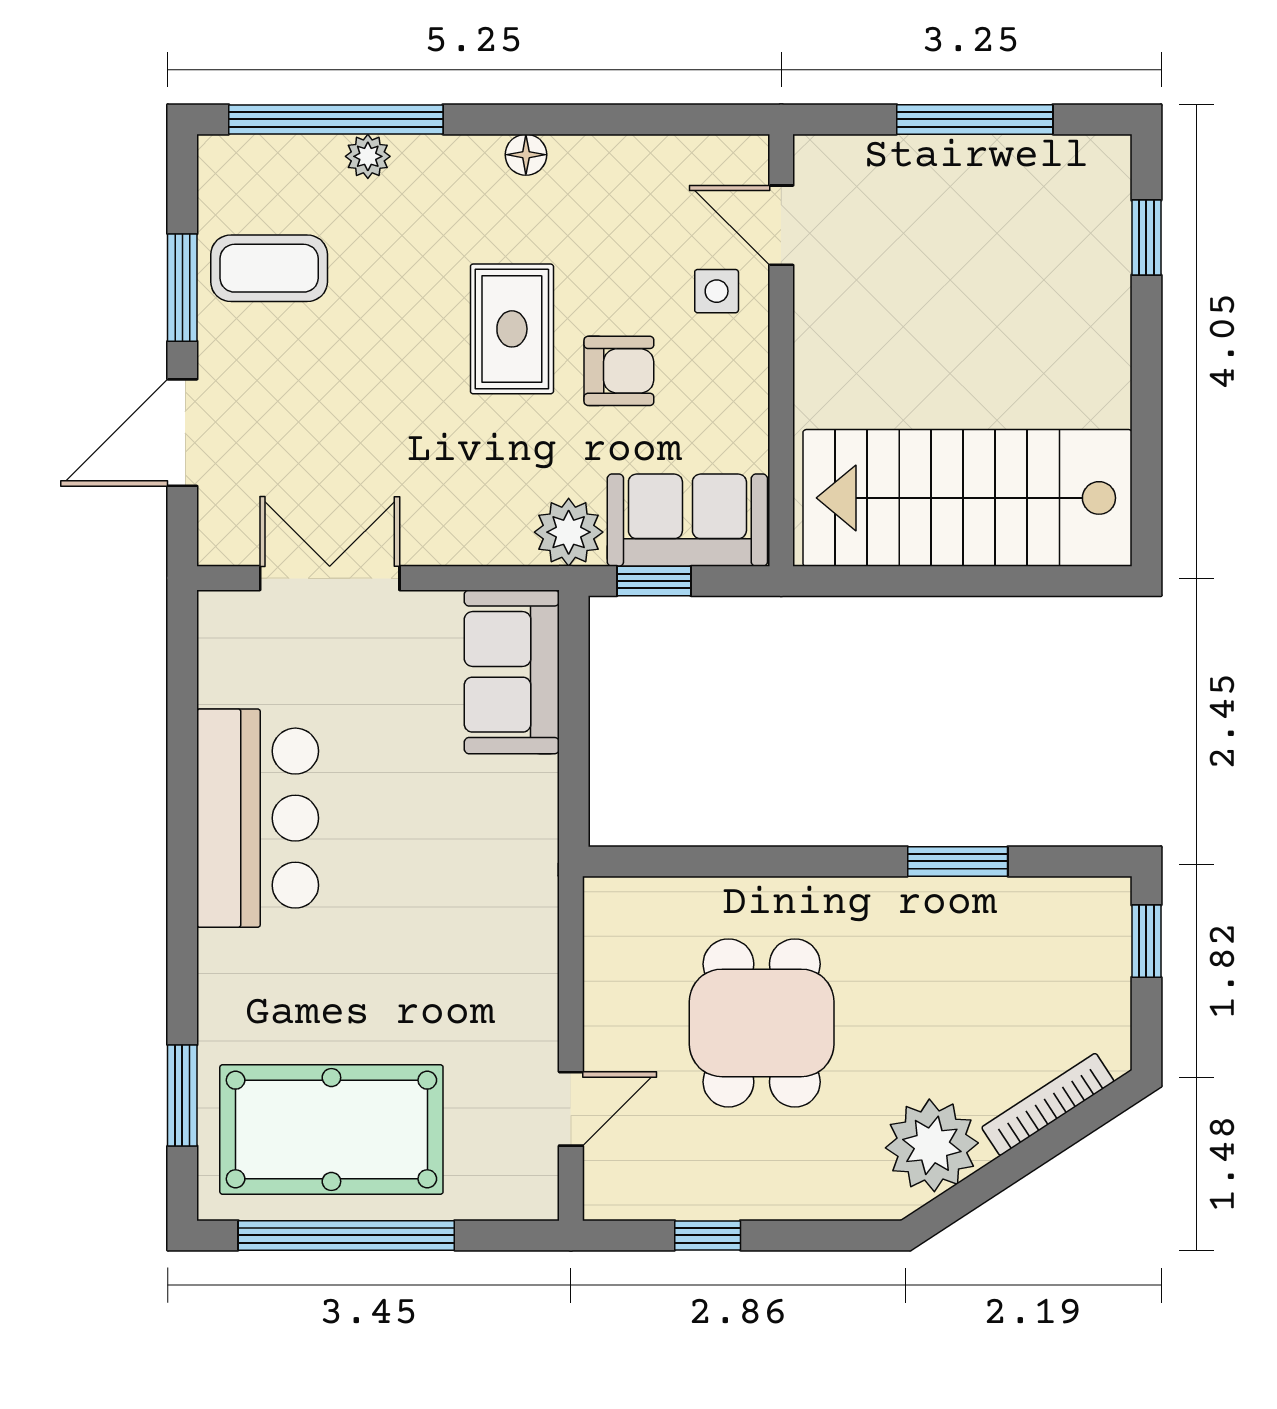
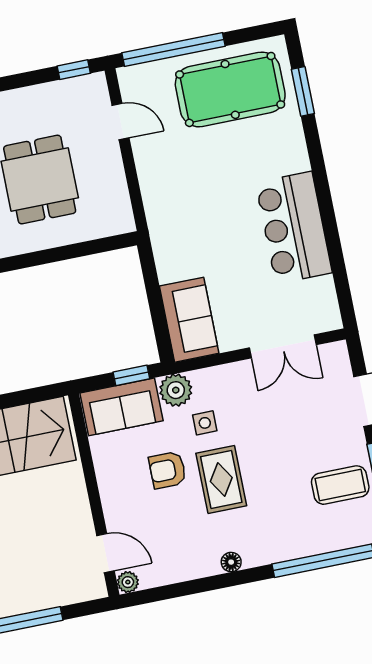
plant: (368, 156) -> (128, 582), moved
side table: (717, 291) -> (205, 423), moved
door: (571, 1109) -> (121, 122), swing flipped
window: (346, 1235) -> (173, 49), moved
window: (708, 1235) -> (74, 70), moved

